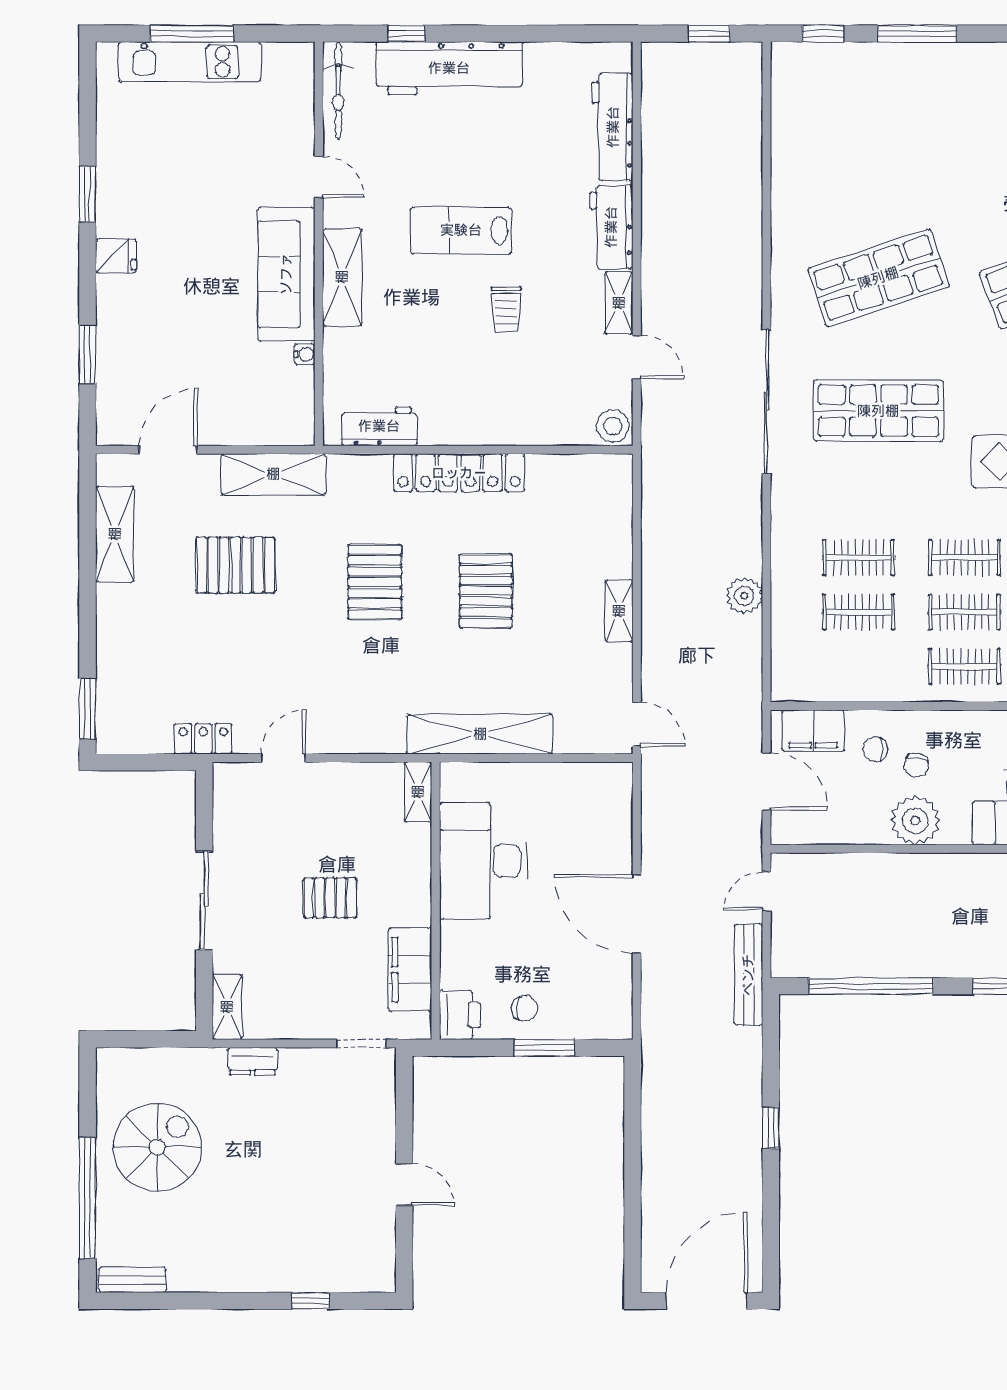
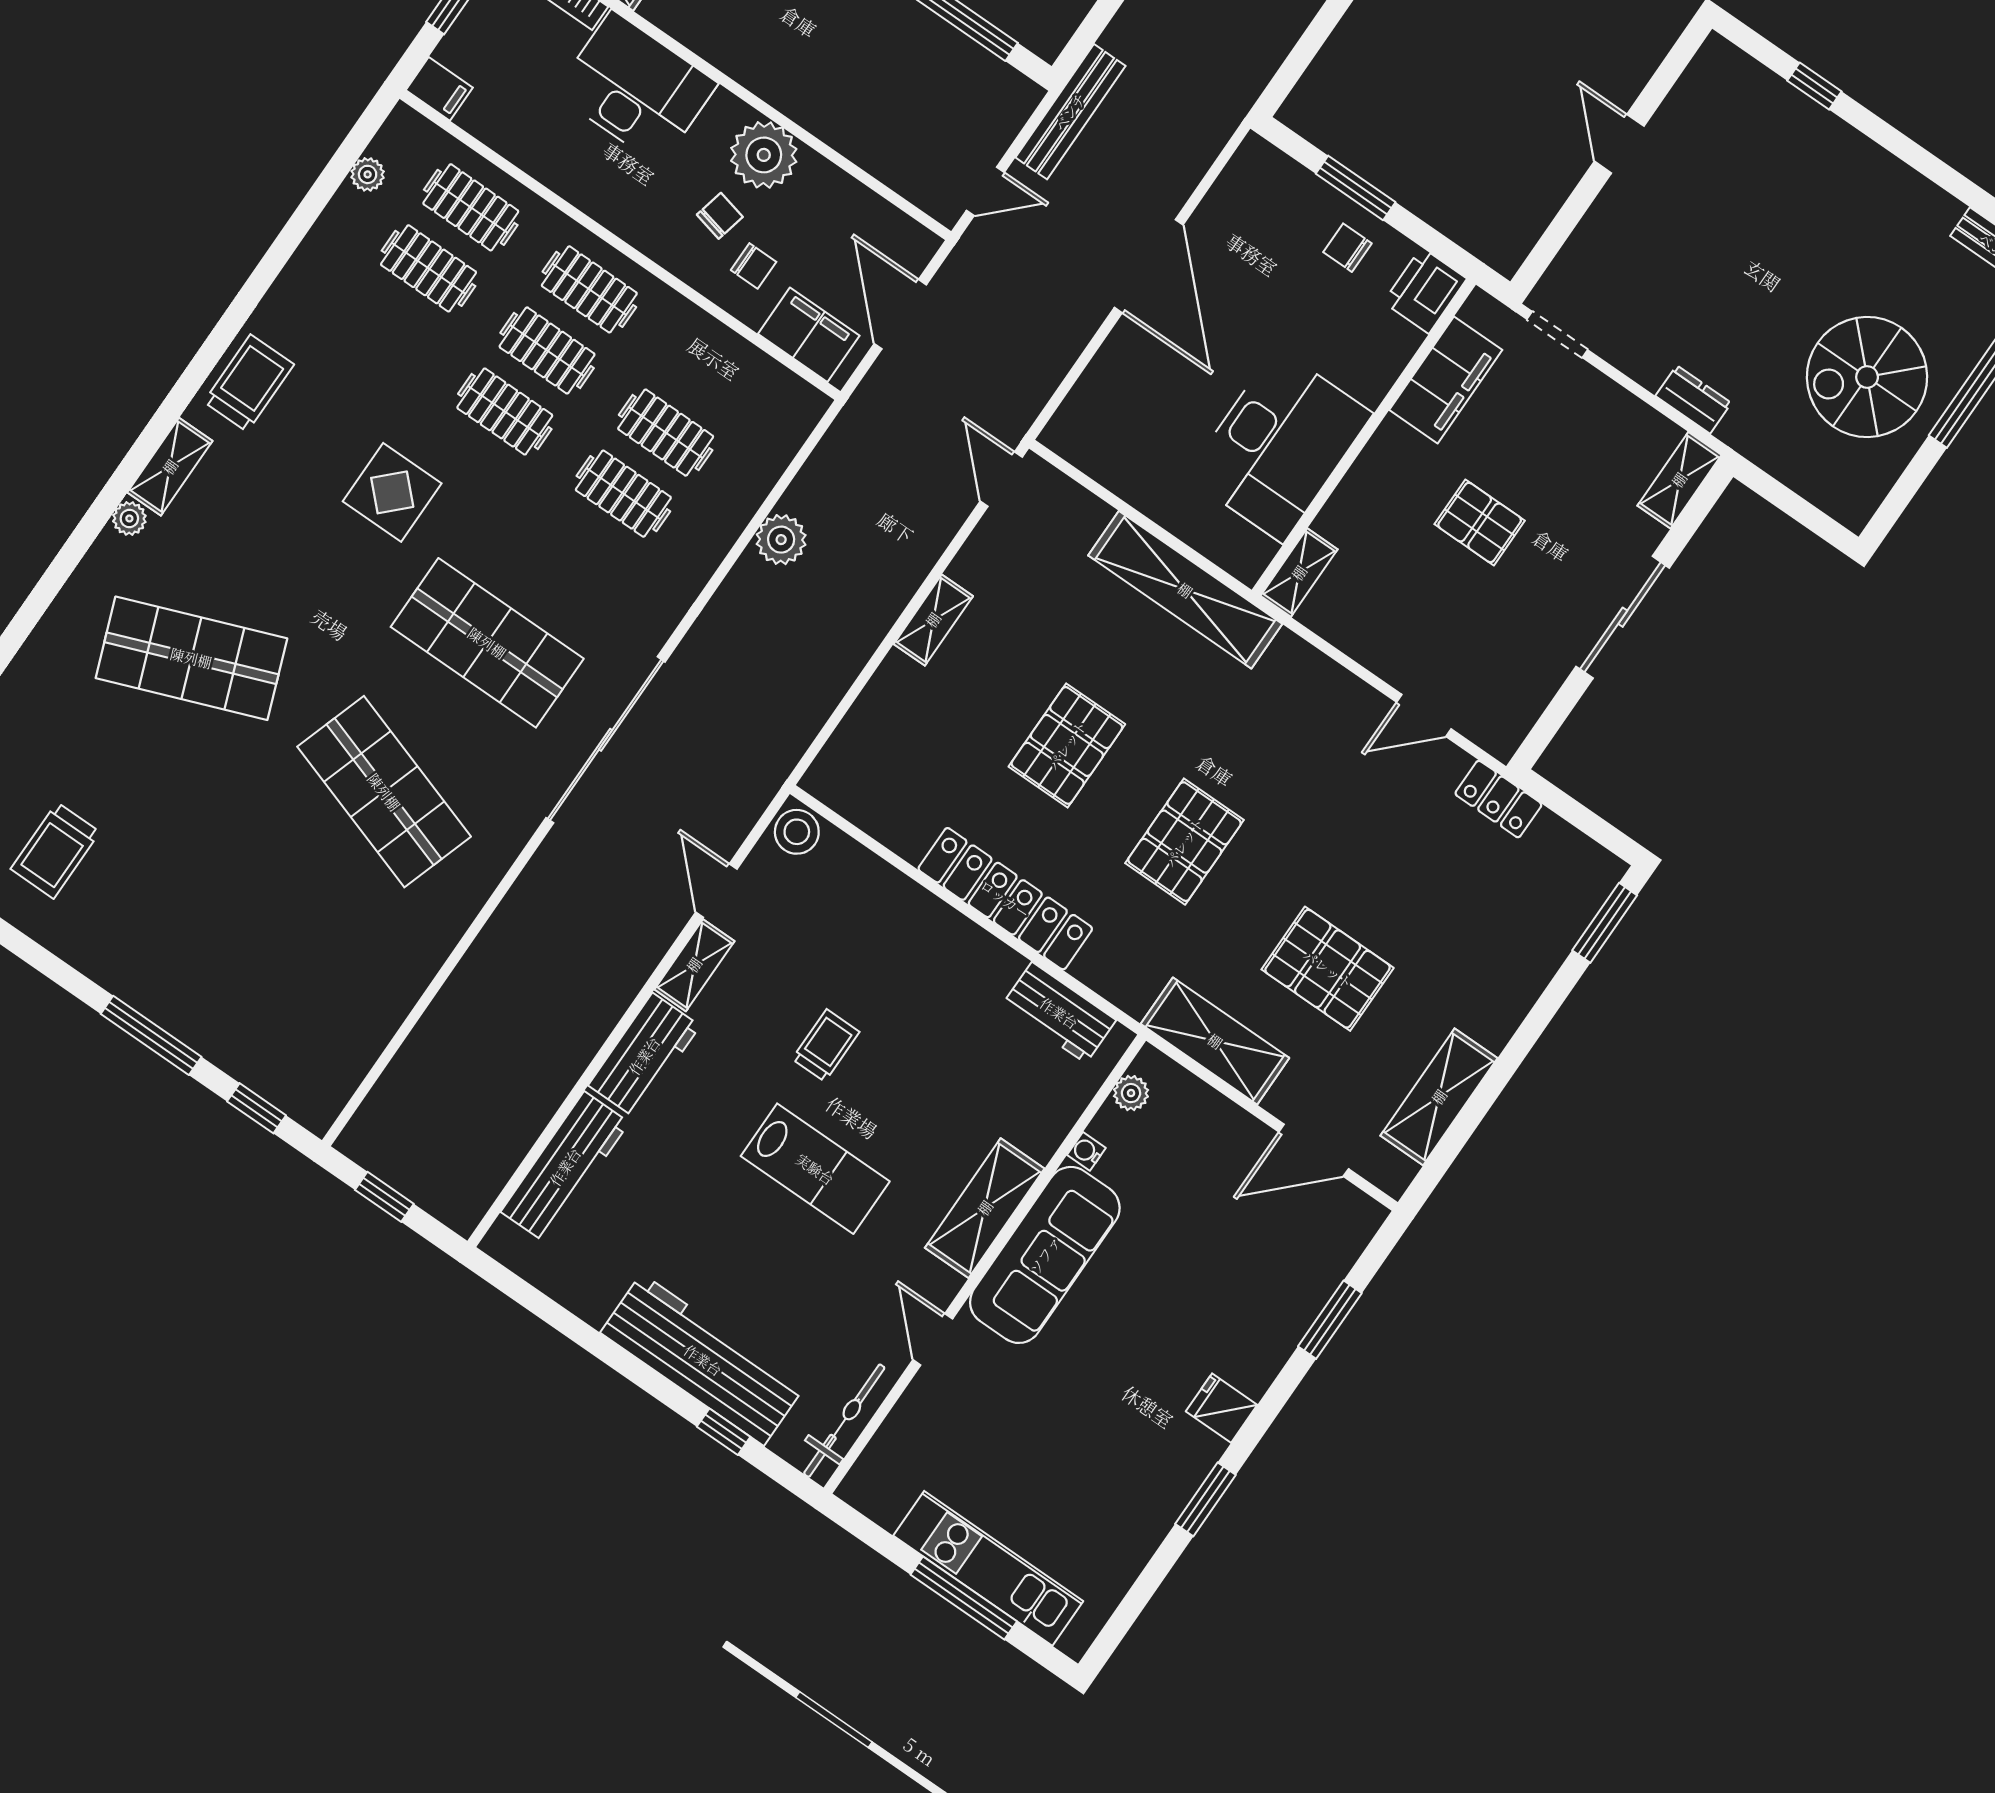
shop shelf: (878, 278) -> (384, 792), turned 36
plant: (302, 408) -> (1131, 1093), added

